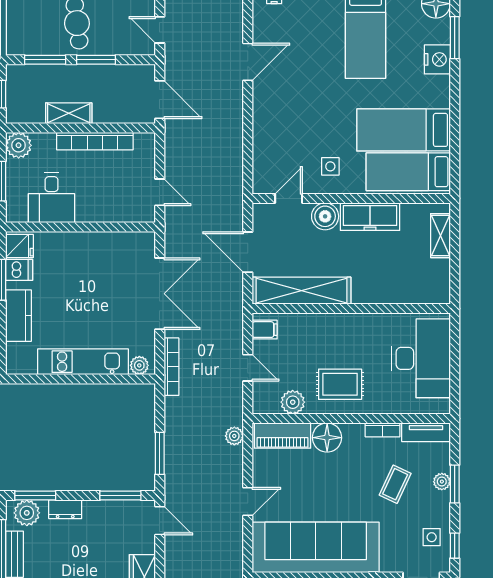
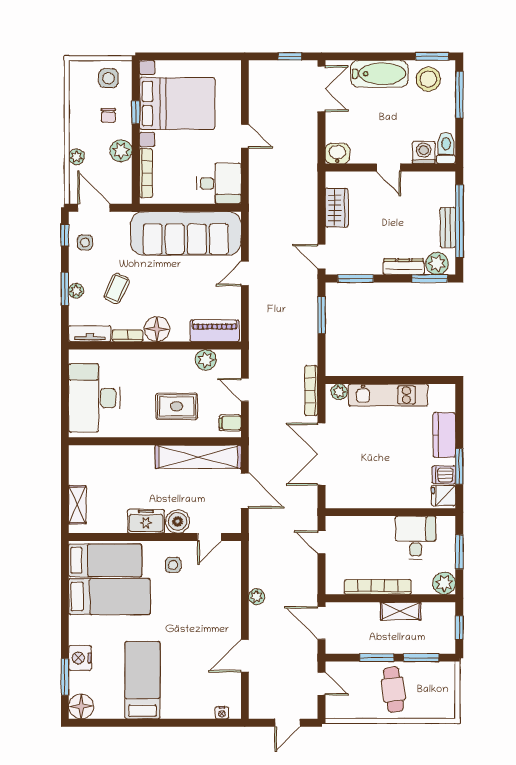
freezer: (370, 217) -> (146, 521), width x0.71
rug: (340, 384) -> (177, 406), moved
plant: (234, 436) -> (257, 597), moved
floor lamp: (327, 438) -> (157, 329), moved
dresser: (65, 509) -> (404, 267), width x1.44

